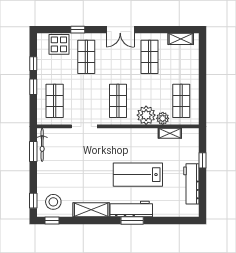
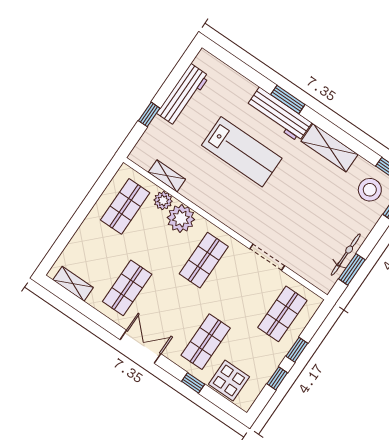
bicycle: (42, 145) -> (346, 255), moved

